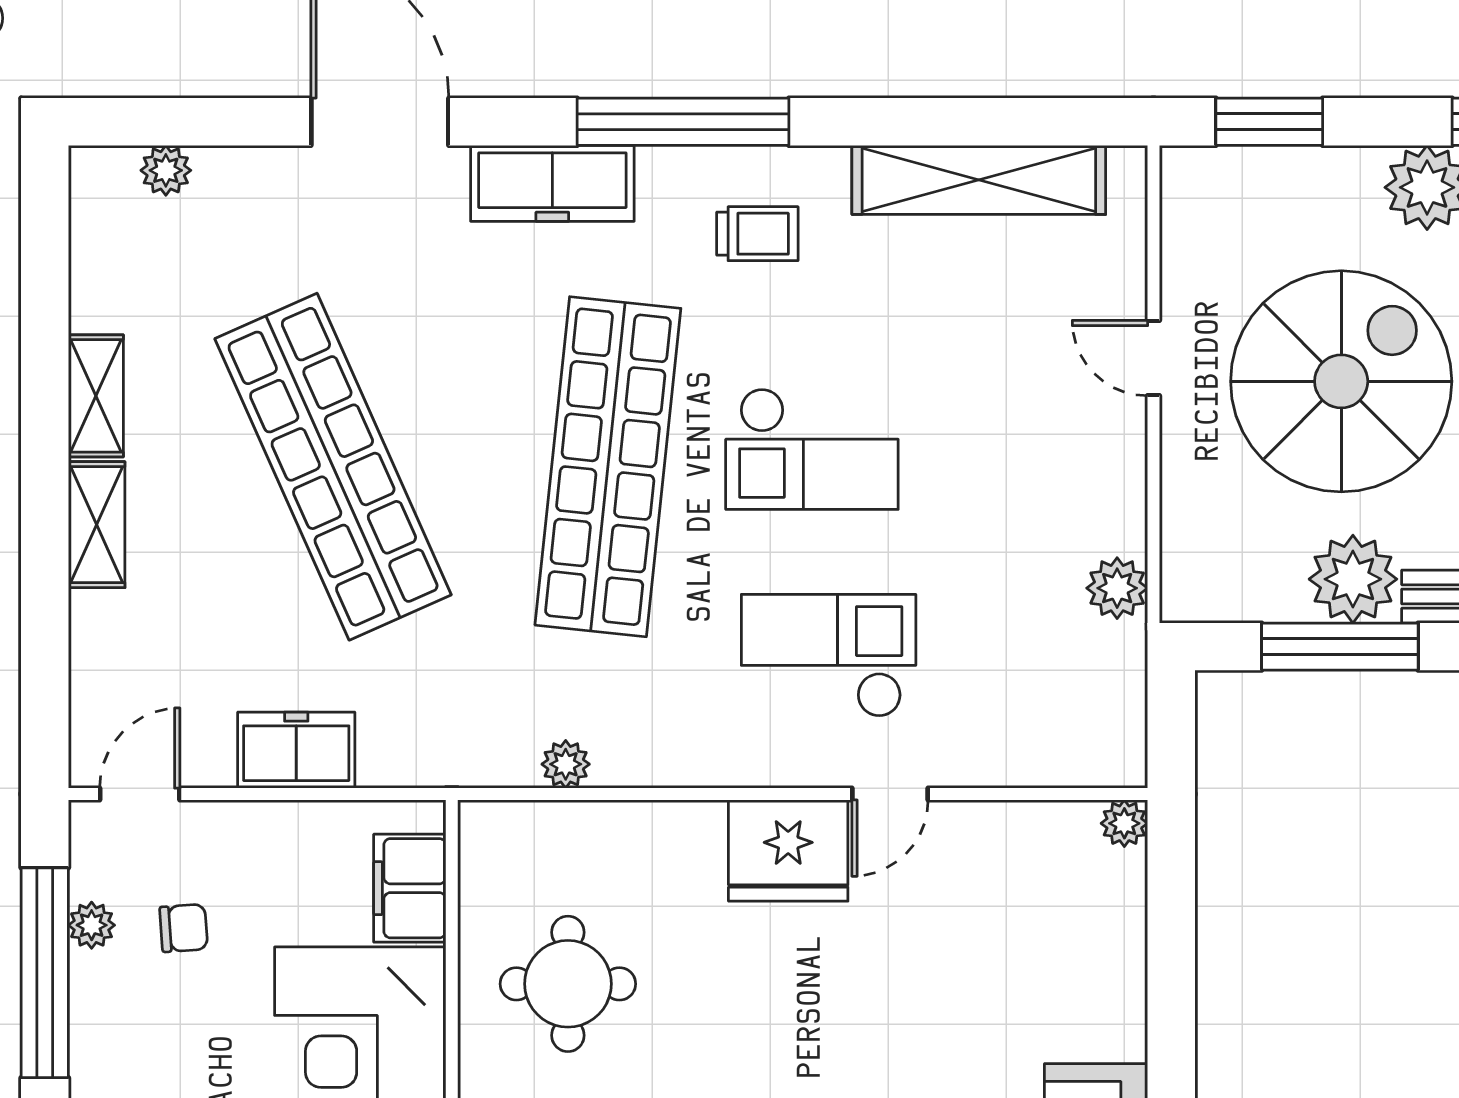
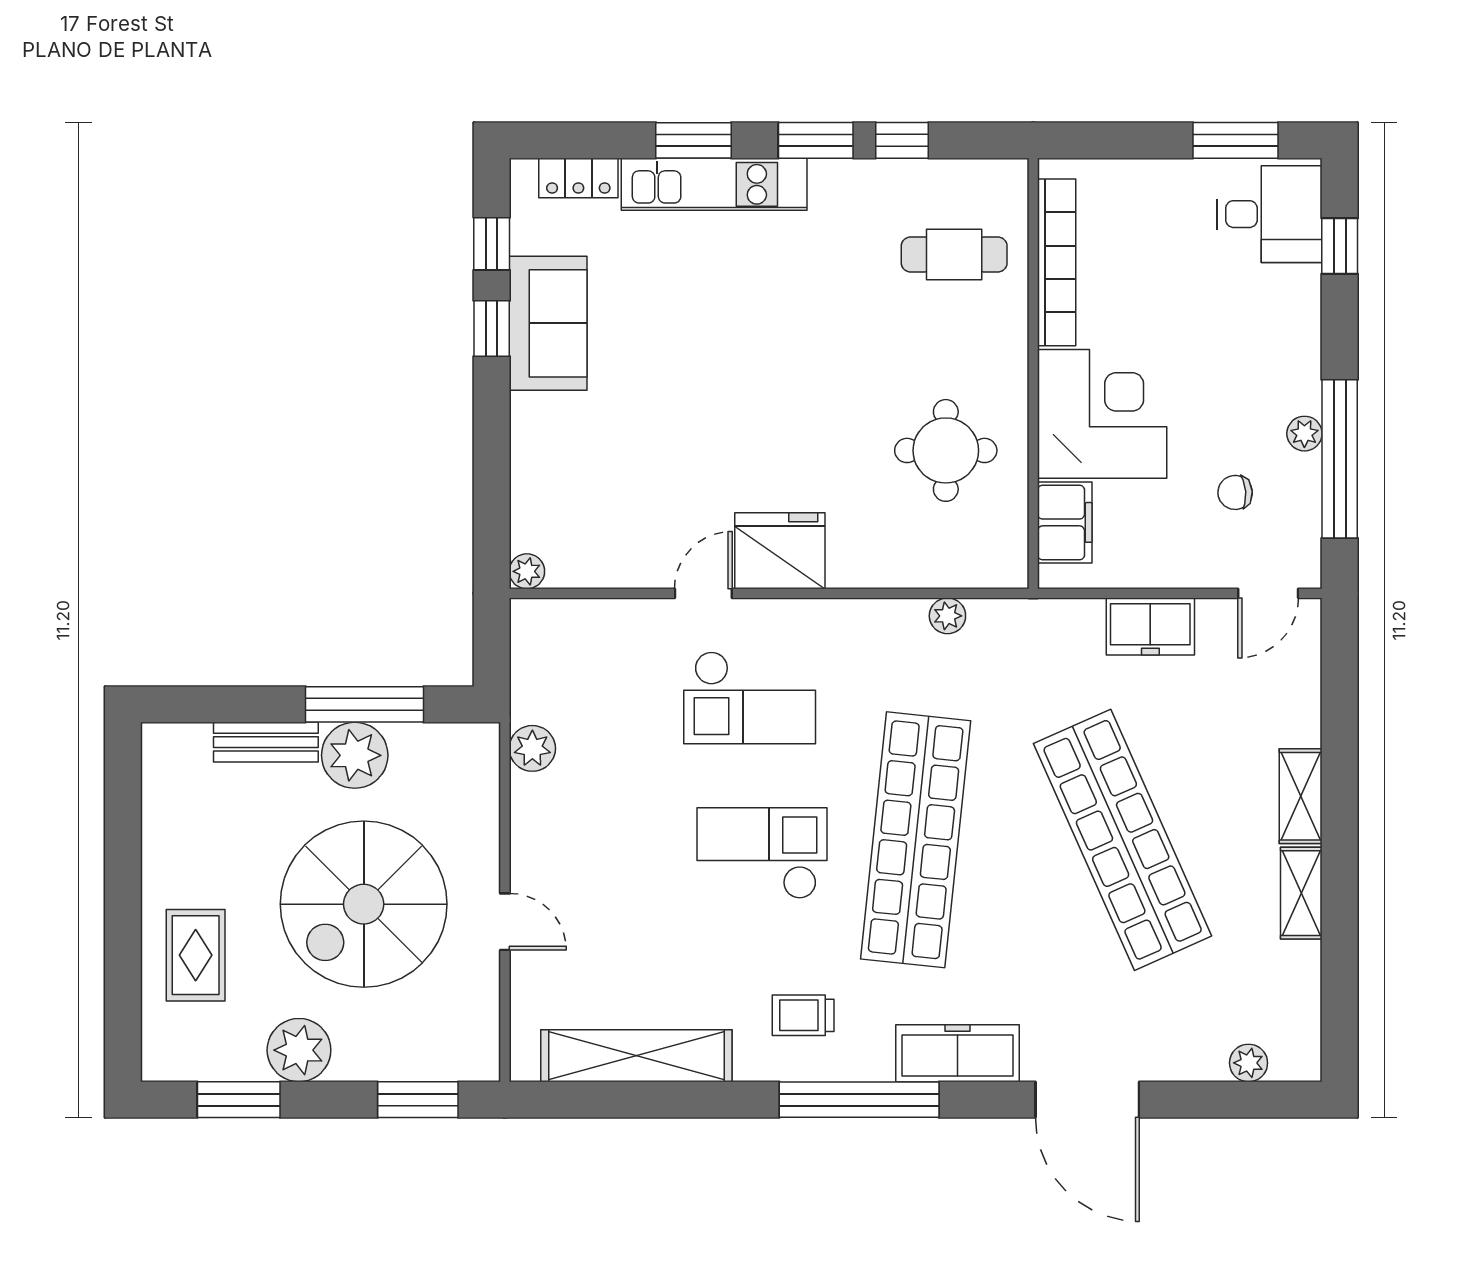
plant: (92, 925) -> (1304, 434), moved

